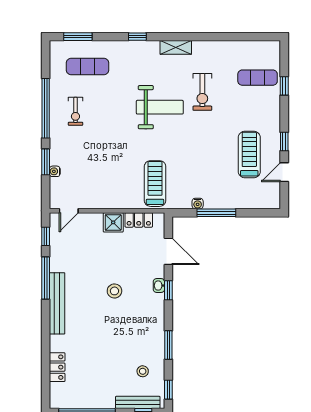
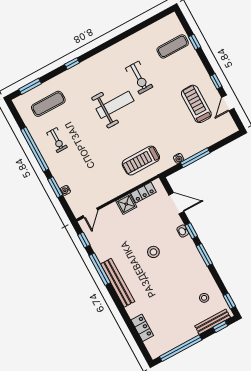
shelving: (176, 47) -> (103, 57), removed
treadmill: (155, 184) -> (141, 161), turned -90
window: (168, 345) -> (204, 255), moved

